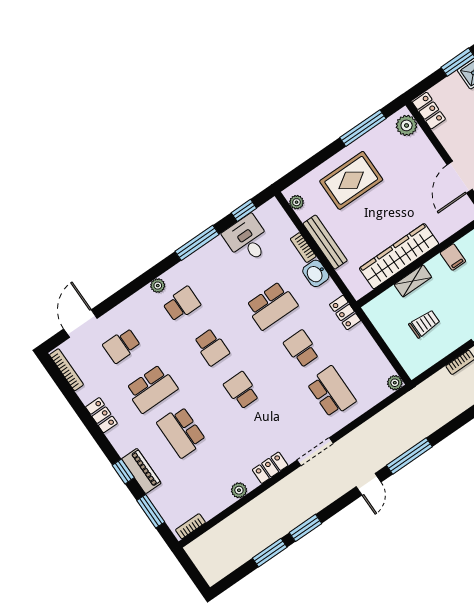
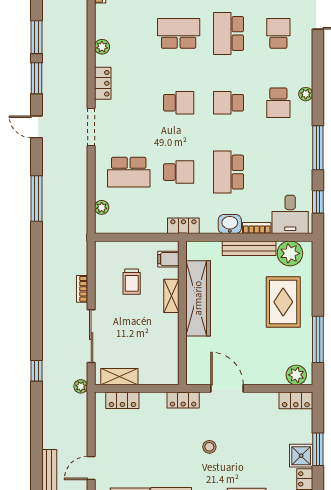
plant: (297, 202) -> (290, 253), width x1.87, depth x1.87
desk: (247, 239) -> (290, 214), moved, turned 90
filing cabinet: (453, 257) -> (168, 259), moved
plant: (395, 383) -> (102, 207), moved
door: (369, 484) -> (37, 127), moved

